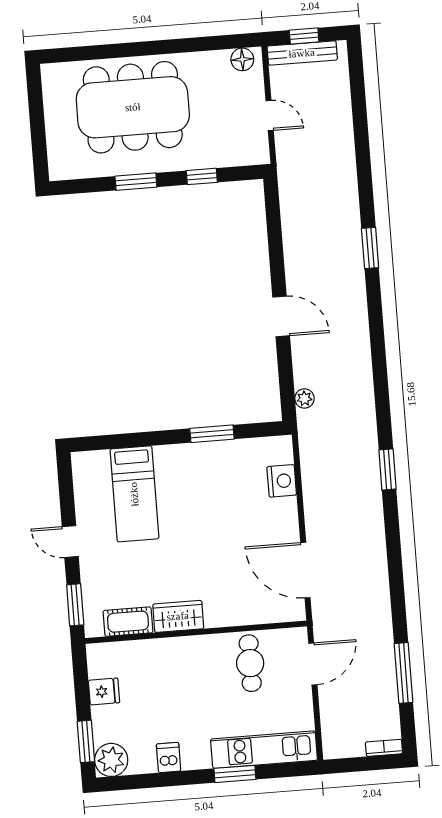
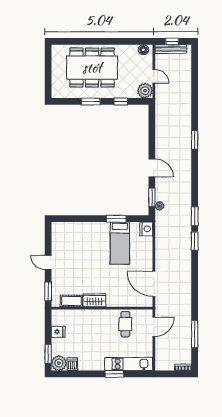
plant: (253, 149) -> (145, 91), added
window: (286, 381) -> (152, 197), added
window: (383, 415) -> (195, 216), added
nightstand: (282, 481) -> (146, 229), moved
bed: (134, 494) -> (120, 243), moved
dishwasher: (169, 758) -> (72, 364), moved

